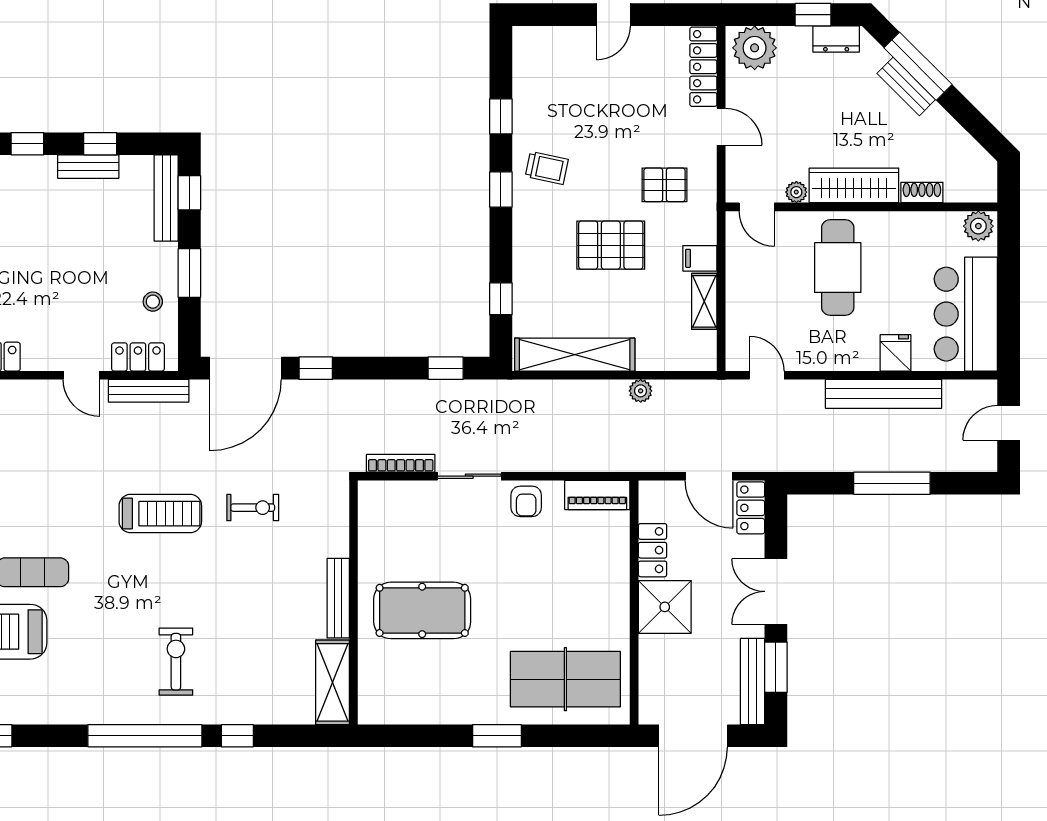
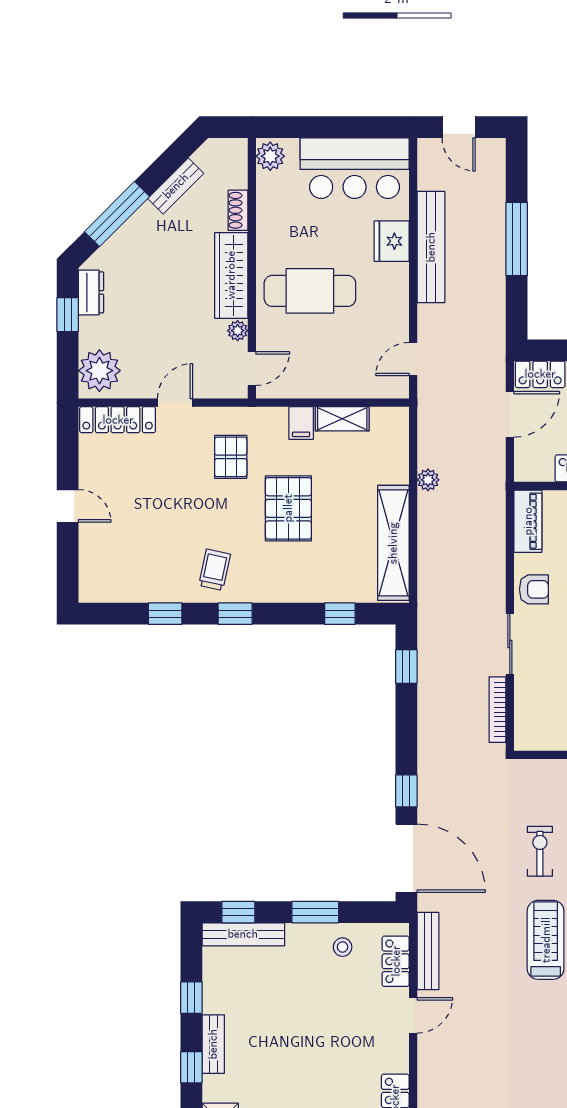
bench: (906, 86) -> (176, 186), moved
bench: (88, 167) -> (213, 1044), moved
fridge: (896, 353) -> (392, 241), width x1.38

